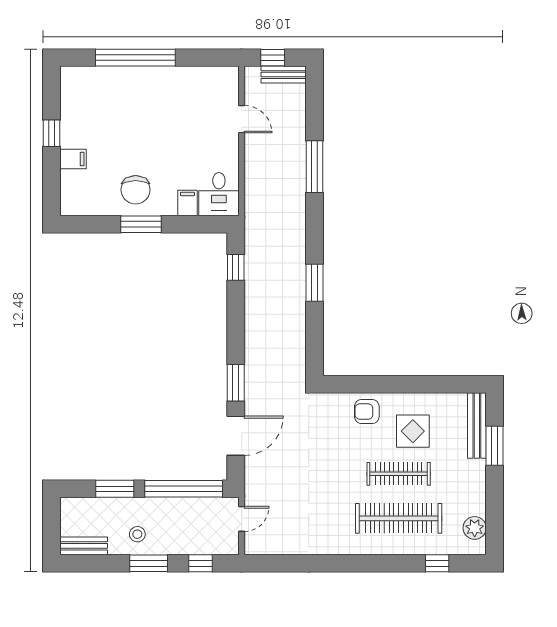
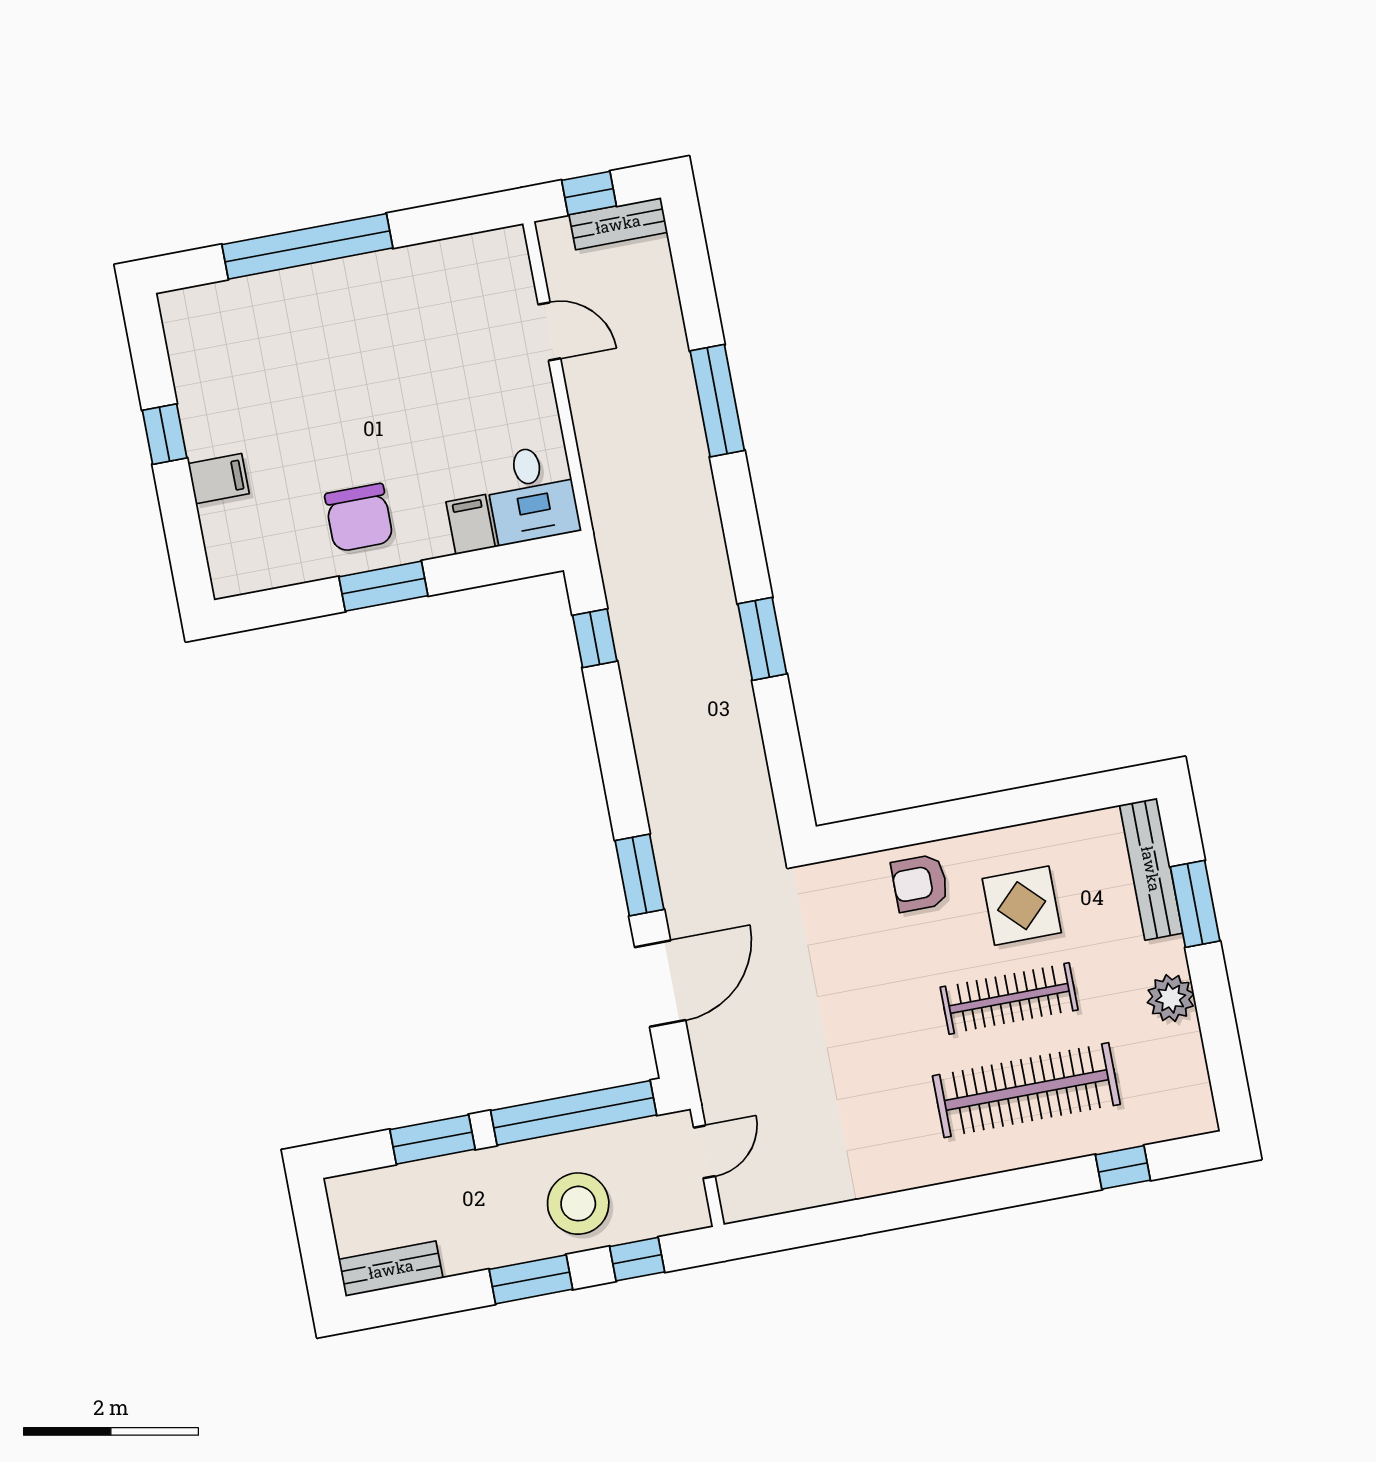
plant: (475, 528) -> (1171, 998), moved
stool: (137, 534) -> (578, 1204), moved, width x1.89, depth x1.89

